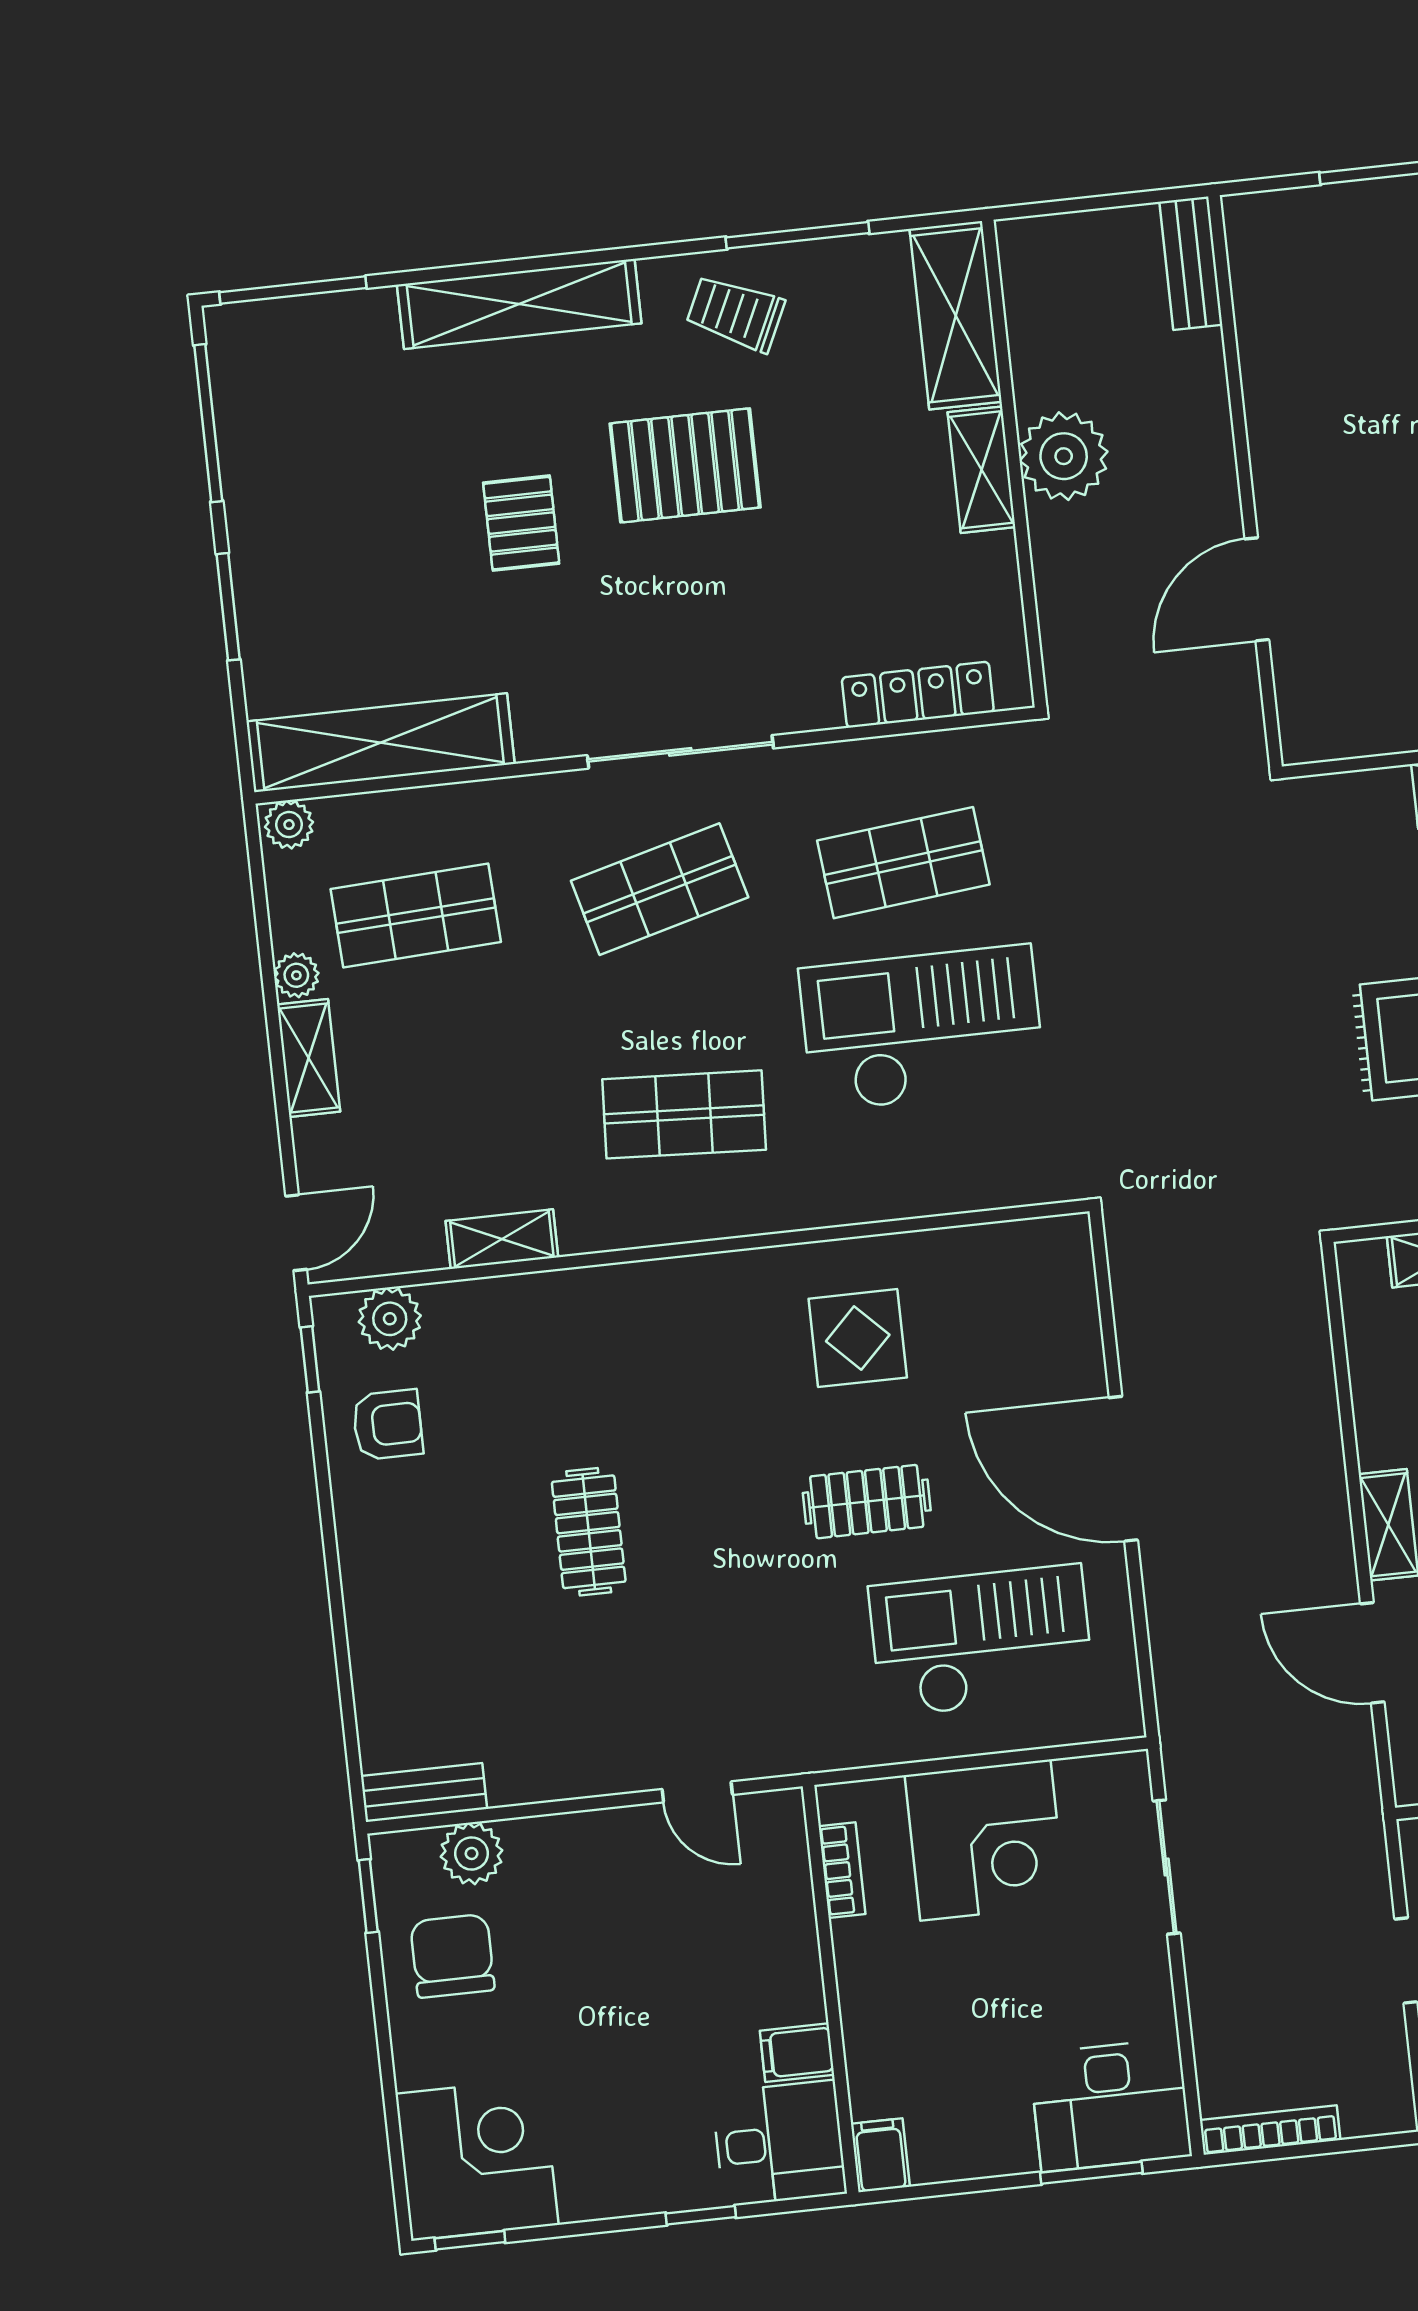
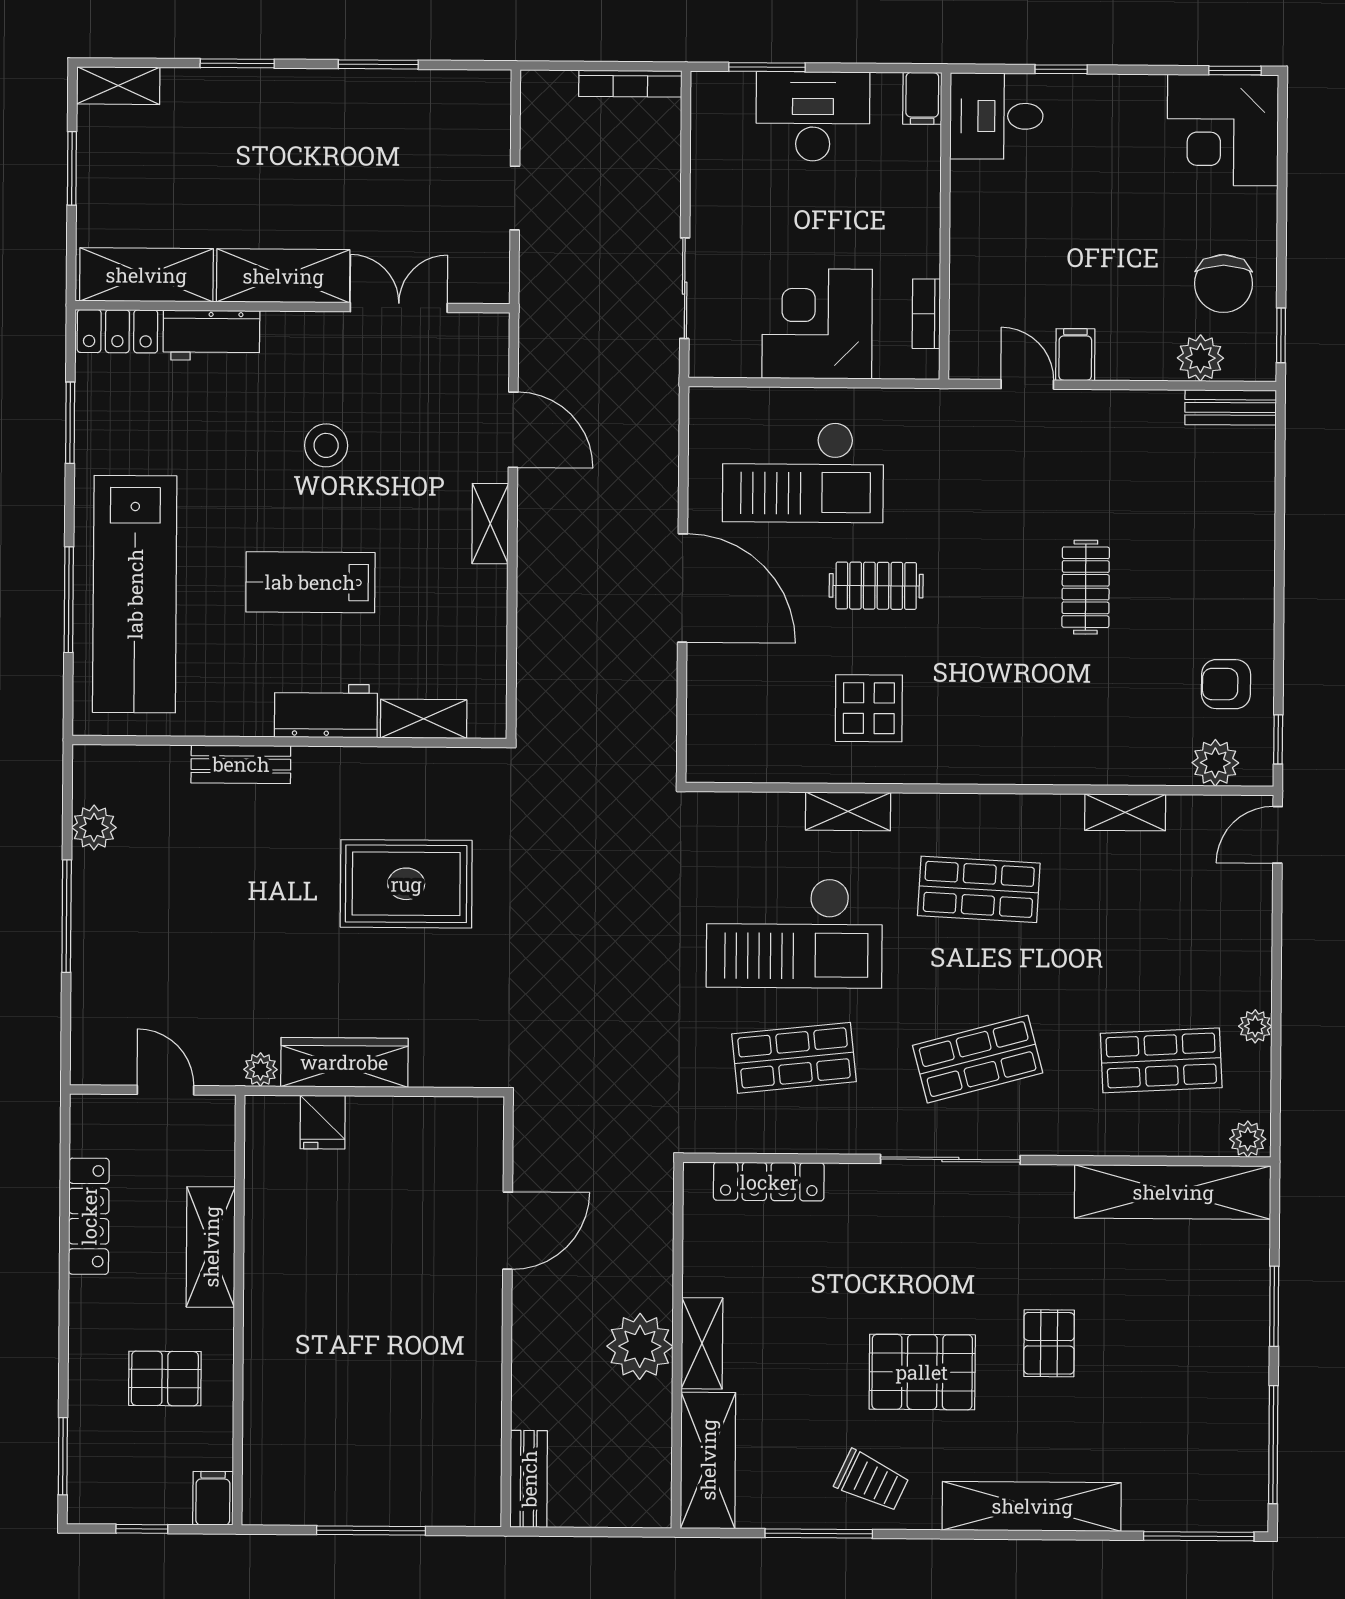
shelving: (309, 1058) -> (848, 811), moved, turned 90
filing cabinet: (797, 2053) -> (1075, 355), moved, turned -90
desk: (1110, 2105) -> (813, 116), moved

